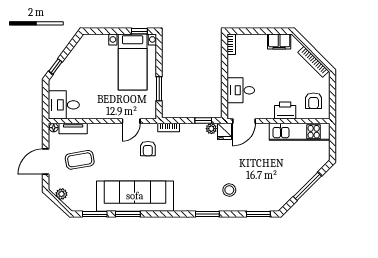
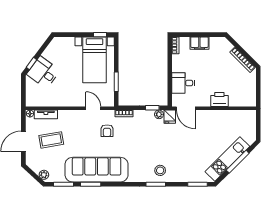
filing cabinet: (279, 41) -> (199, 43), moved
armchair: (314, 101) -> (243, 92), removed
desk: (64, 105) -> (43, 72), moved, turned 37
door: (131, 121) -> (93, 108), swing flipped
door: (244, 121) -> (186, 108), hinge flipped
kitchen unit: (300, 132) -> (227, 159), moved, turned 135
stool: (229, 190) -> (160, 170), moved
plant: (62, 194) -> (44, 175), moved

